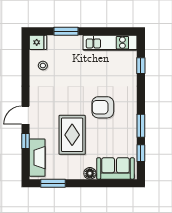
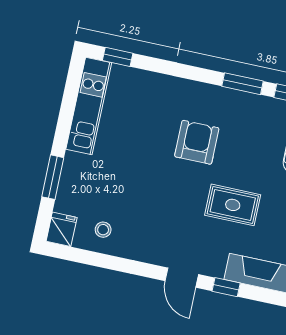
window: (141, 66) -> (118, 57), moved
armchair: (103, 107) -> (197, 142), turned 180
rug: (72, 135) -> (233, 205), width x0.73, depth x0.70

